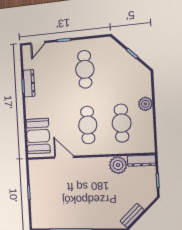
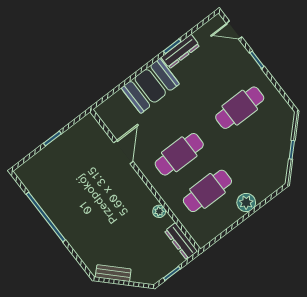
booth: (38, 136) -> (150, 86), moved
plant: (118, 165) -> (159, 211), width x0.53, depth x0.53

